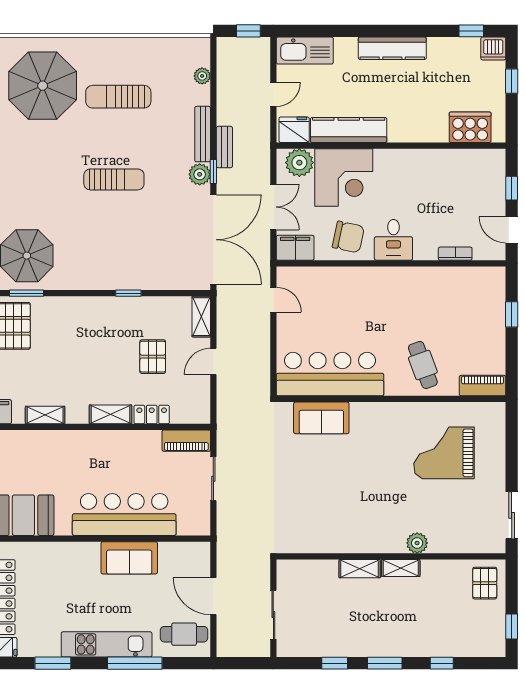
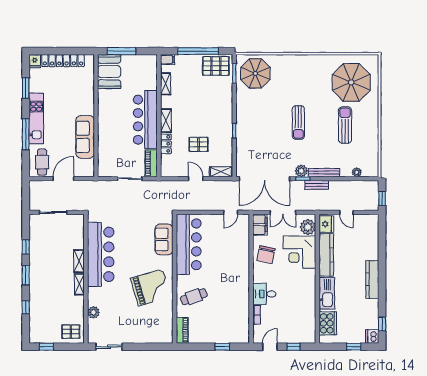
kitchen sink: (305, 51) -> (327, 293), moved, turned 180
desk: (393, 240) -> (264, 294), moved
grand piano: (444, 453) -> (151, 288), moved, turned 74
bar counter: (124, 514) -> (145, 120), moved, turned 180
bar counter: (348, 530) -> (101, 254), added
plant: (417, 543) -> (93, 312), moved
sofa: (129, 558) -> (85, 137), width x1.36

